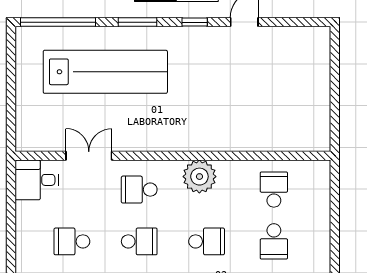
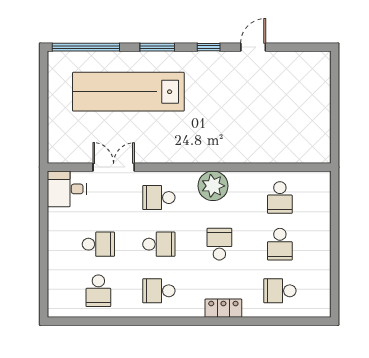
lab bench: (105, 72) -> (128, 92), turned 180
school desk: (274, 190) -> (280, 198), turned 180
school desk: (72, 241) -> (98, 244), turned 180
school desk: (207, 241) -> (219, 244), turned -90

